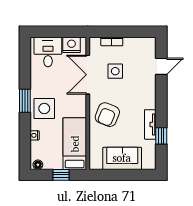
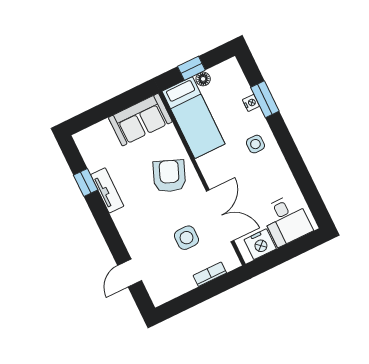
window: (25, 101) -> (265, 99), moved
side table: (44, 109) -> (255, 144), width x0.54, depth x0.54
sofa: (122, 158) -> (140, 120), moved
floor lamp: (38, 165) -> (203, 79), moved

